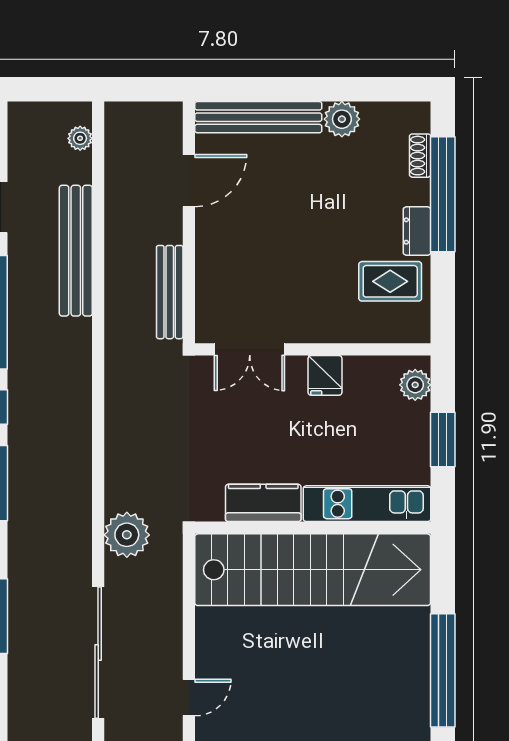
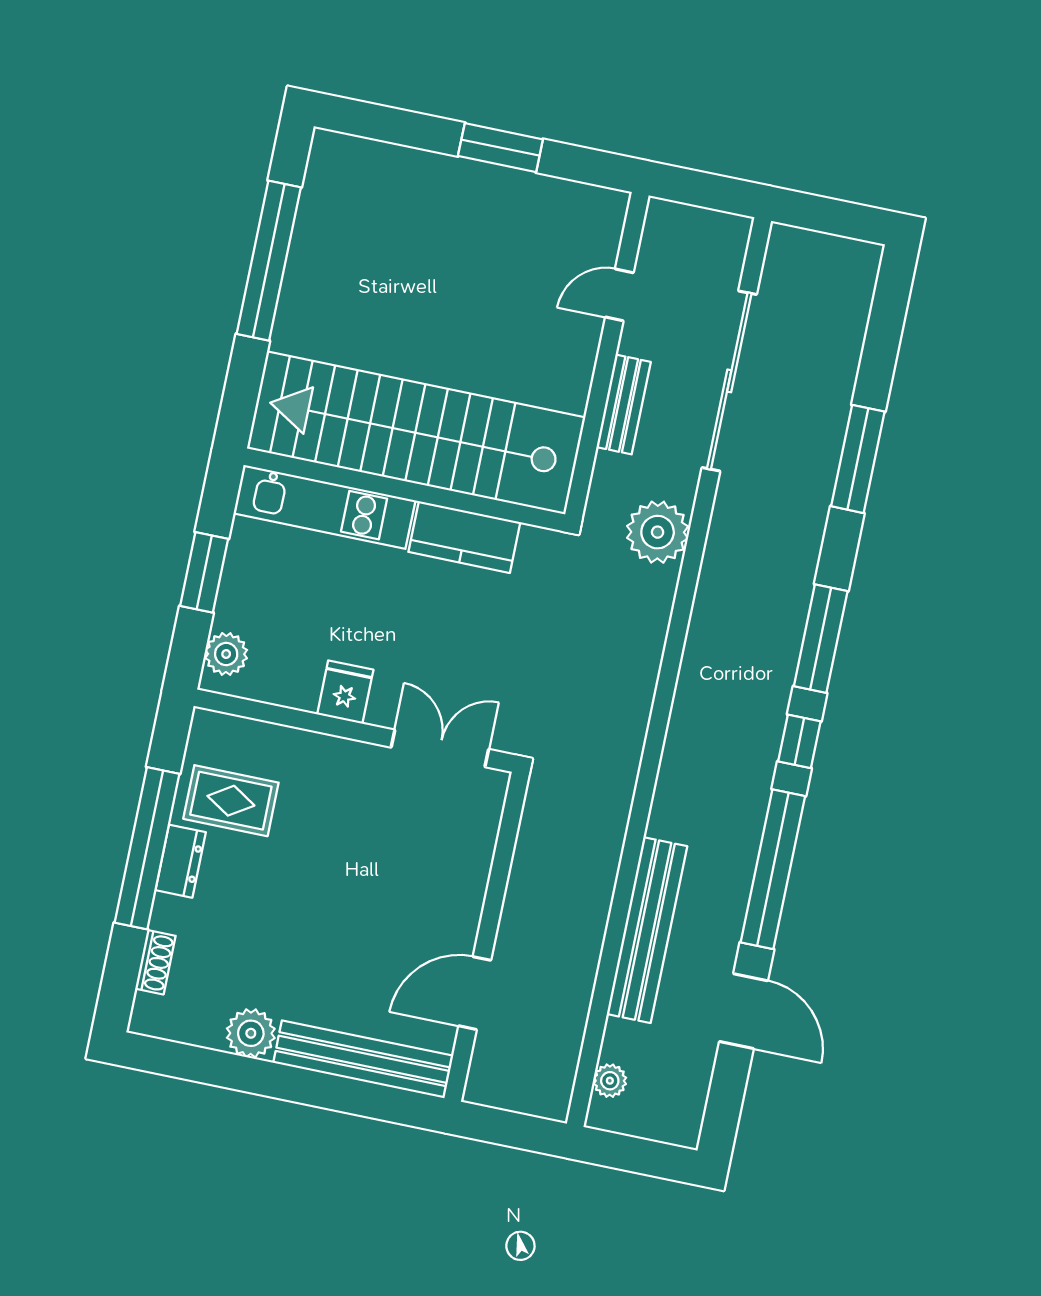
window: (443, 194) -> (147, 848), moved
bench: (170, 292) -> (624, 404), moved, width x0.73

